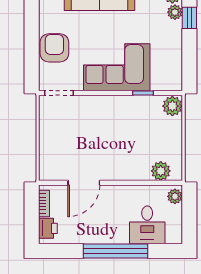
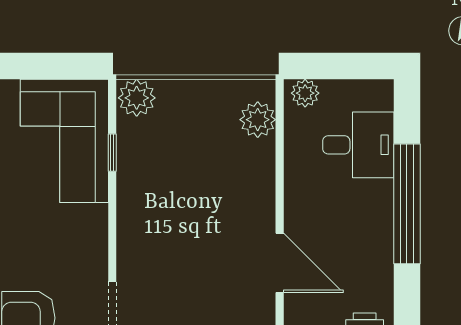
corner sofa: (117, 67) -> (64, 141), moved

